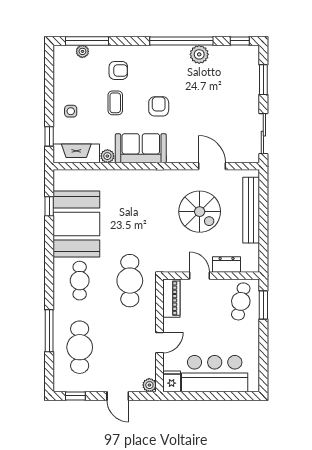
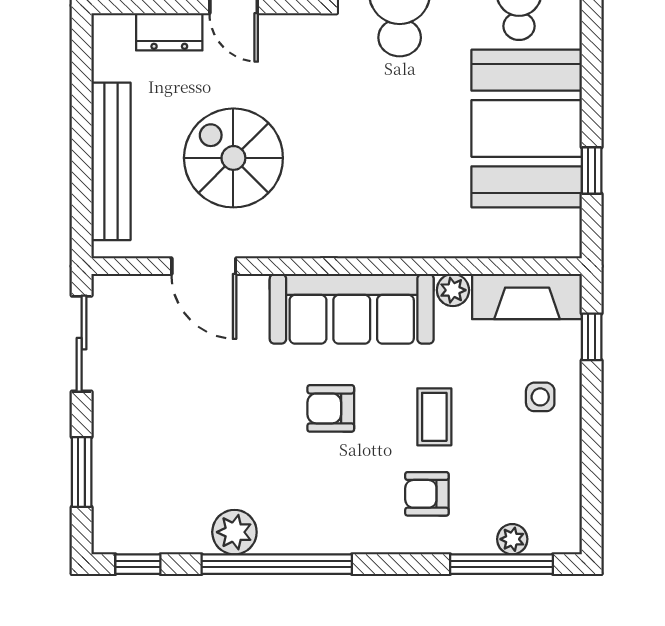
armchair: (159, 106) -> (331, 408), turned 90
sofa: (141, 148) -> (352, 309), width x1.36

